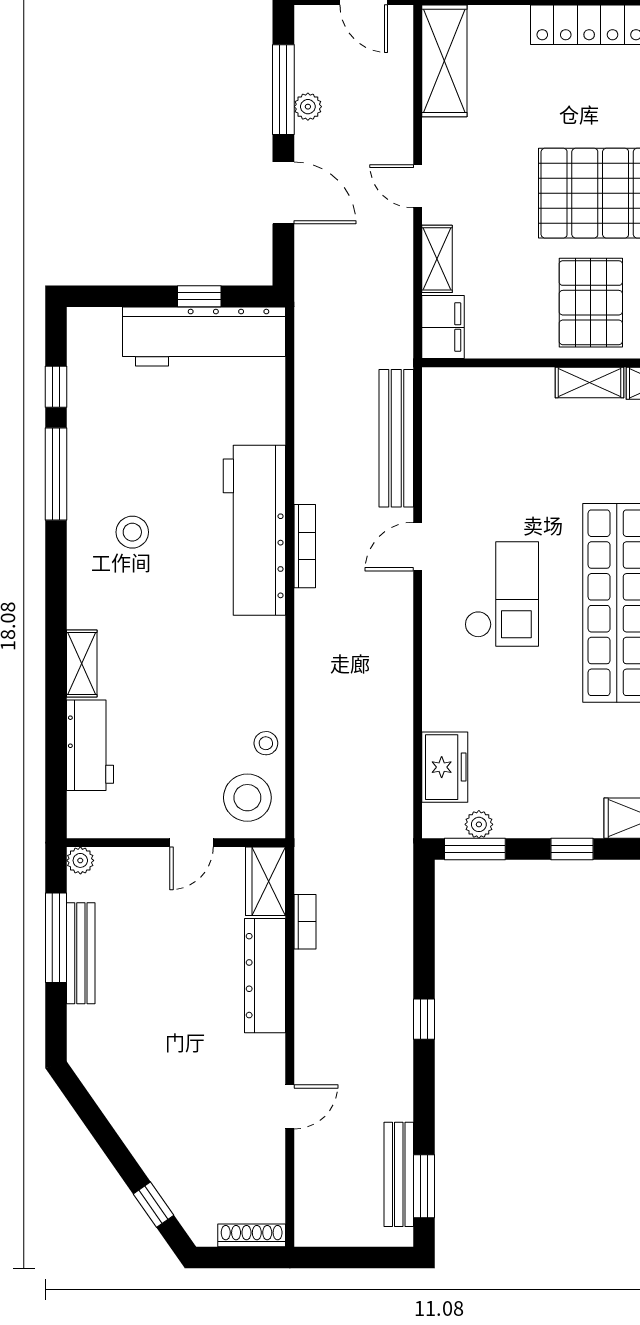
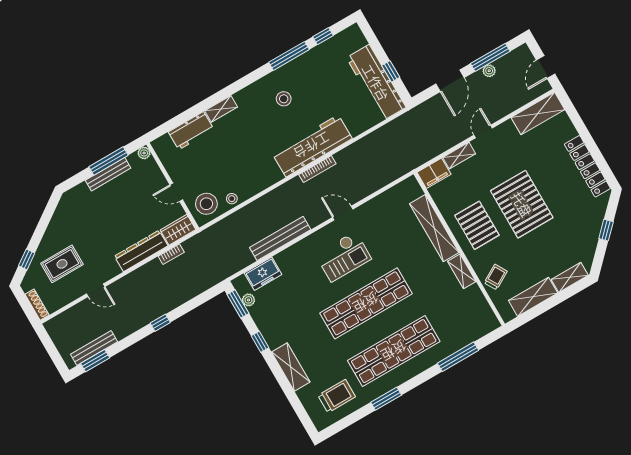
pallet: (591, 303) -> (477, 225), turned 90
shelving: (590, 383) -> (434, 228), width x2.20, depth x1.33
bench: (396, 438) -> (280, 238), moved
rug: (201, 1142) -> (62, 264), added

